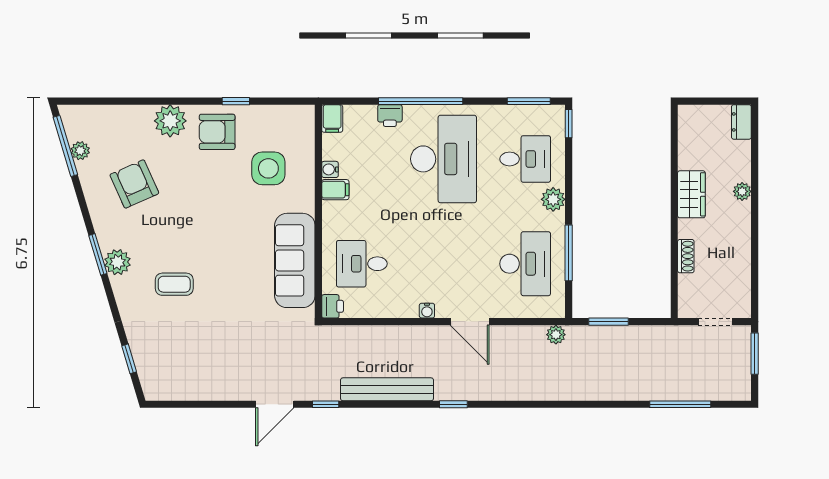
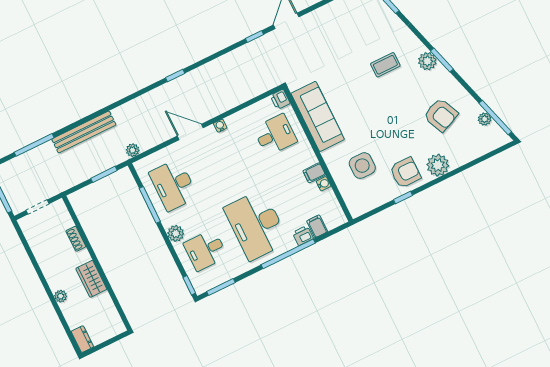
filing cabinet: (332, 118) -> (317, 226), moved
bench: (387, 389) -> (84, 132), moved

